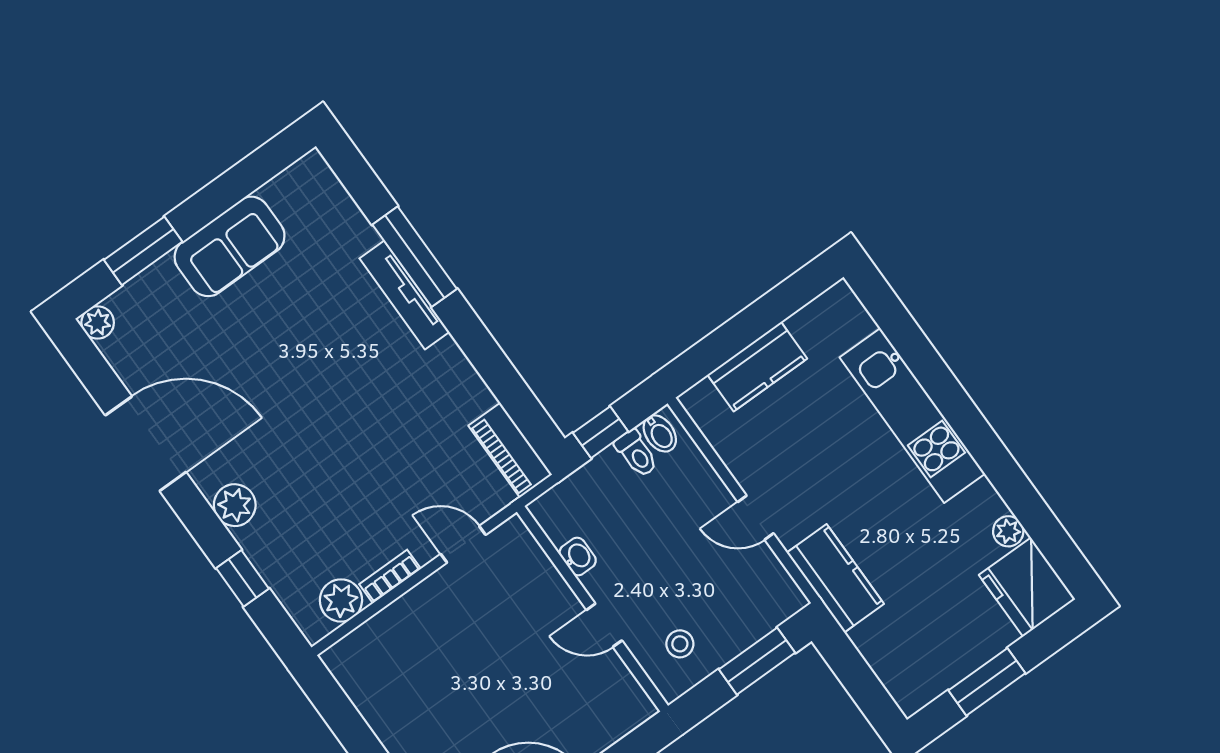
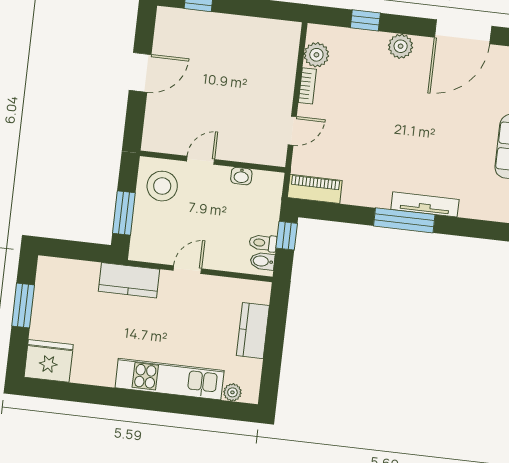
window: (415, 257) -> (404, 220), moved
plant: (1008, 531) -> (232, 392), moved
stool: (680, 644) -> (162, 186), width x1.89, depth x1.89

